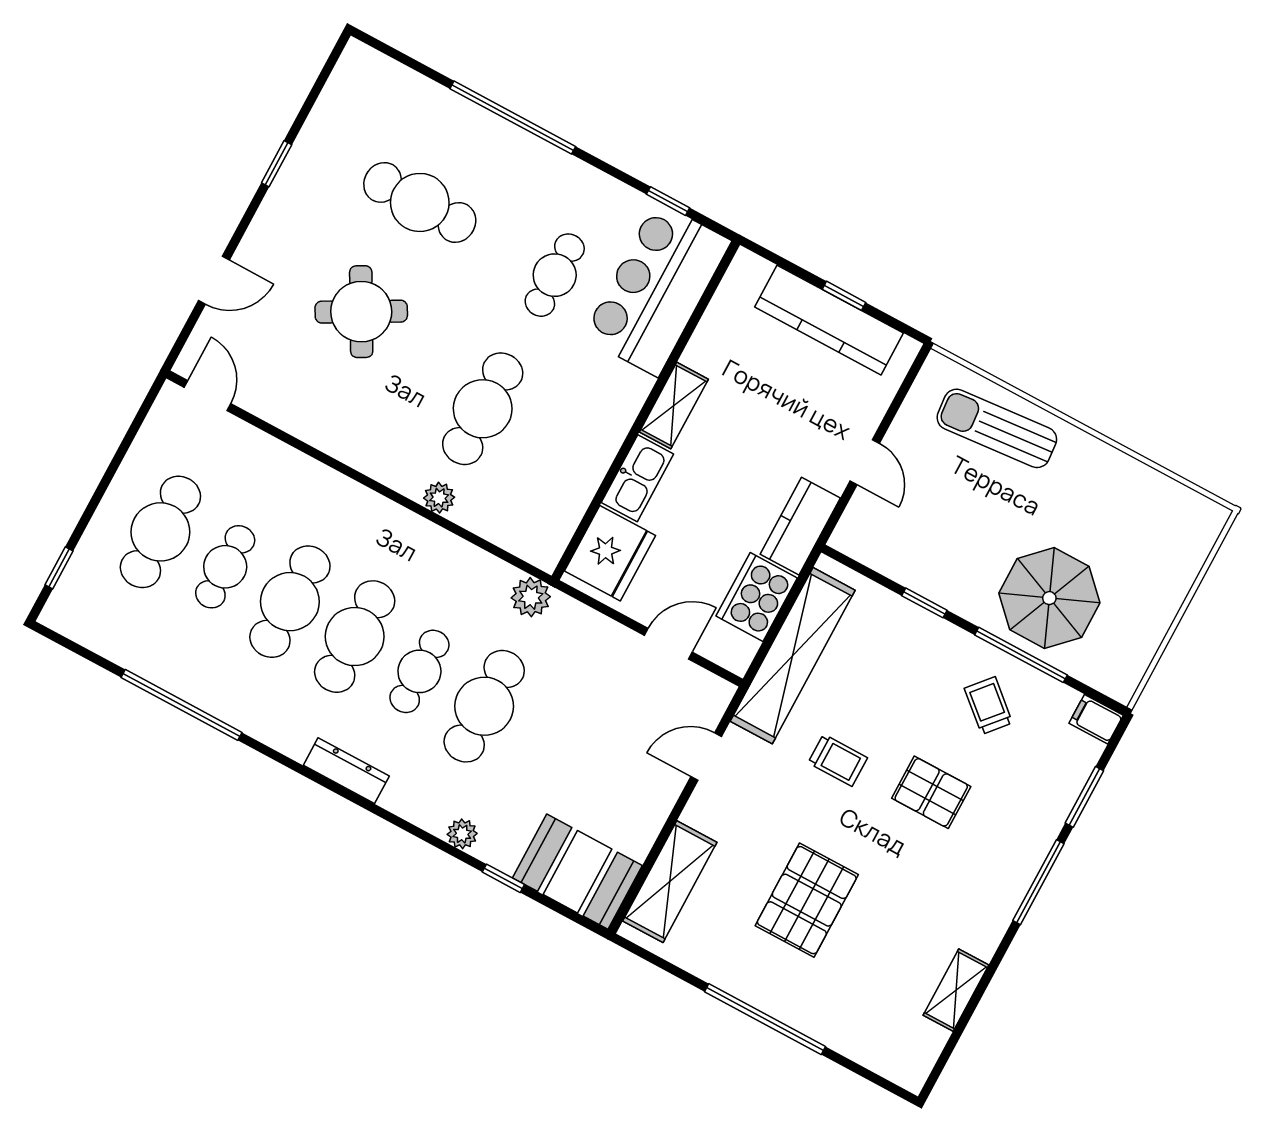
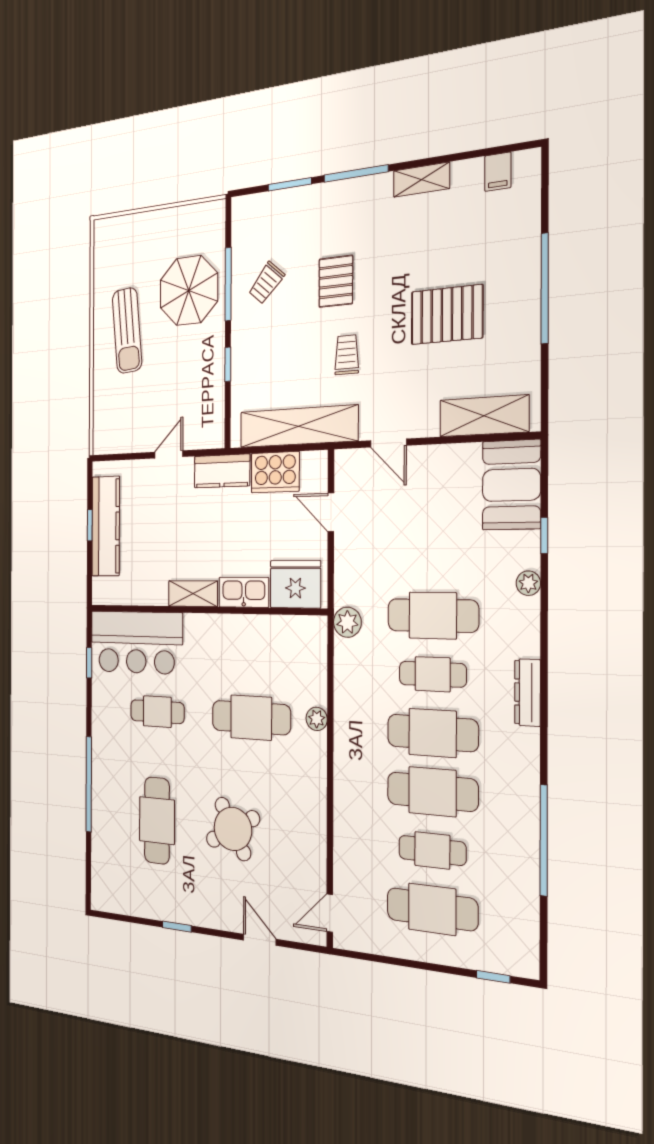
sun lounger: (997, 428) -> (127, 331), moved
filing cabinet: (1096, 719) -> (498, 172), moved
shelving: (956, 990) -> (421, 180), moved

